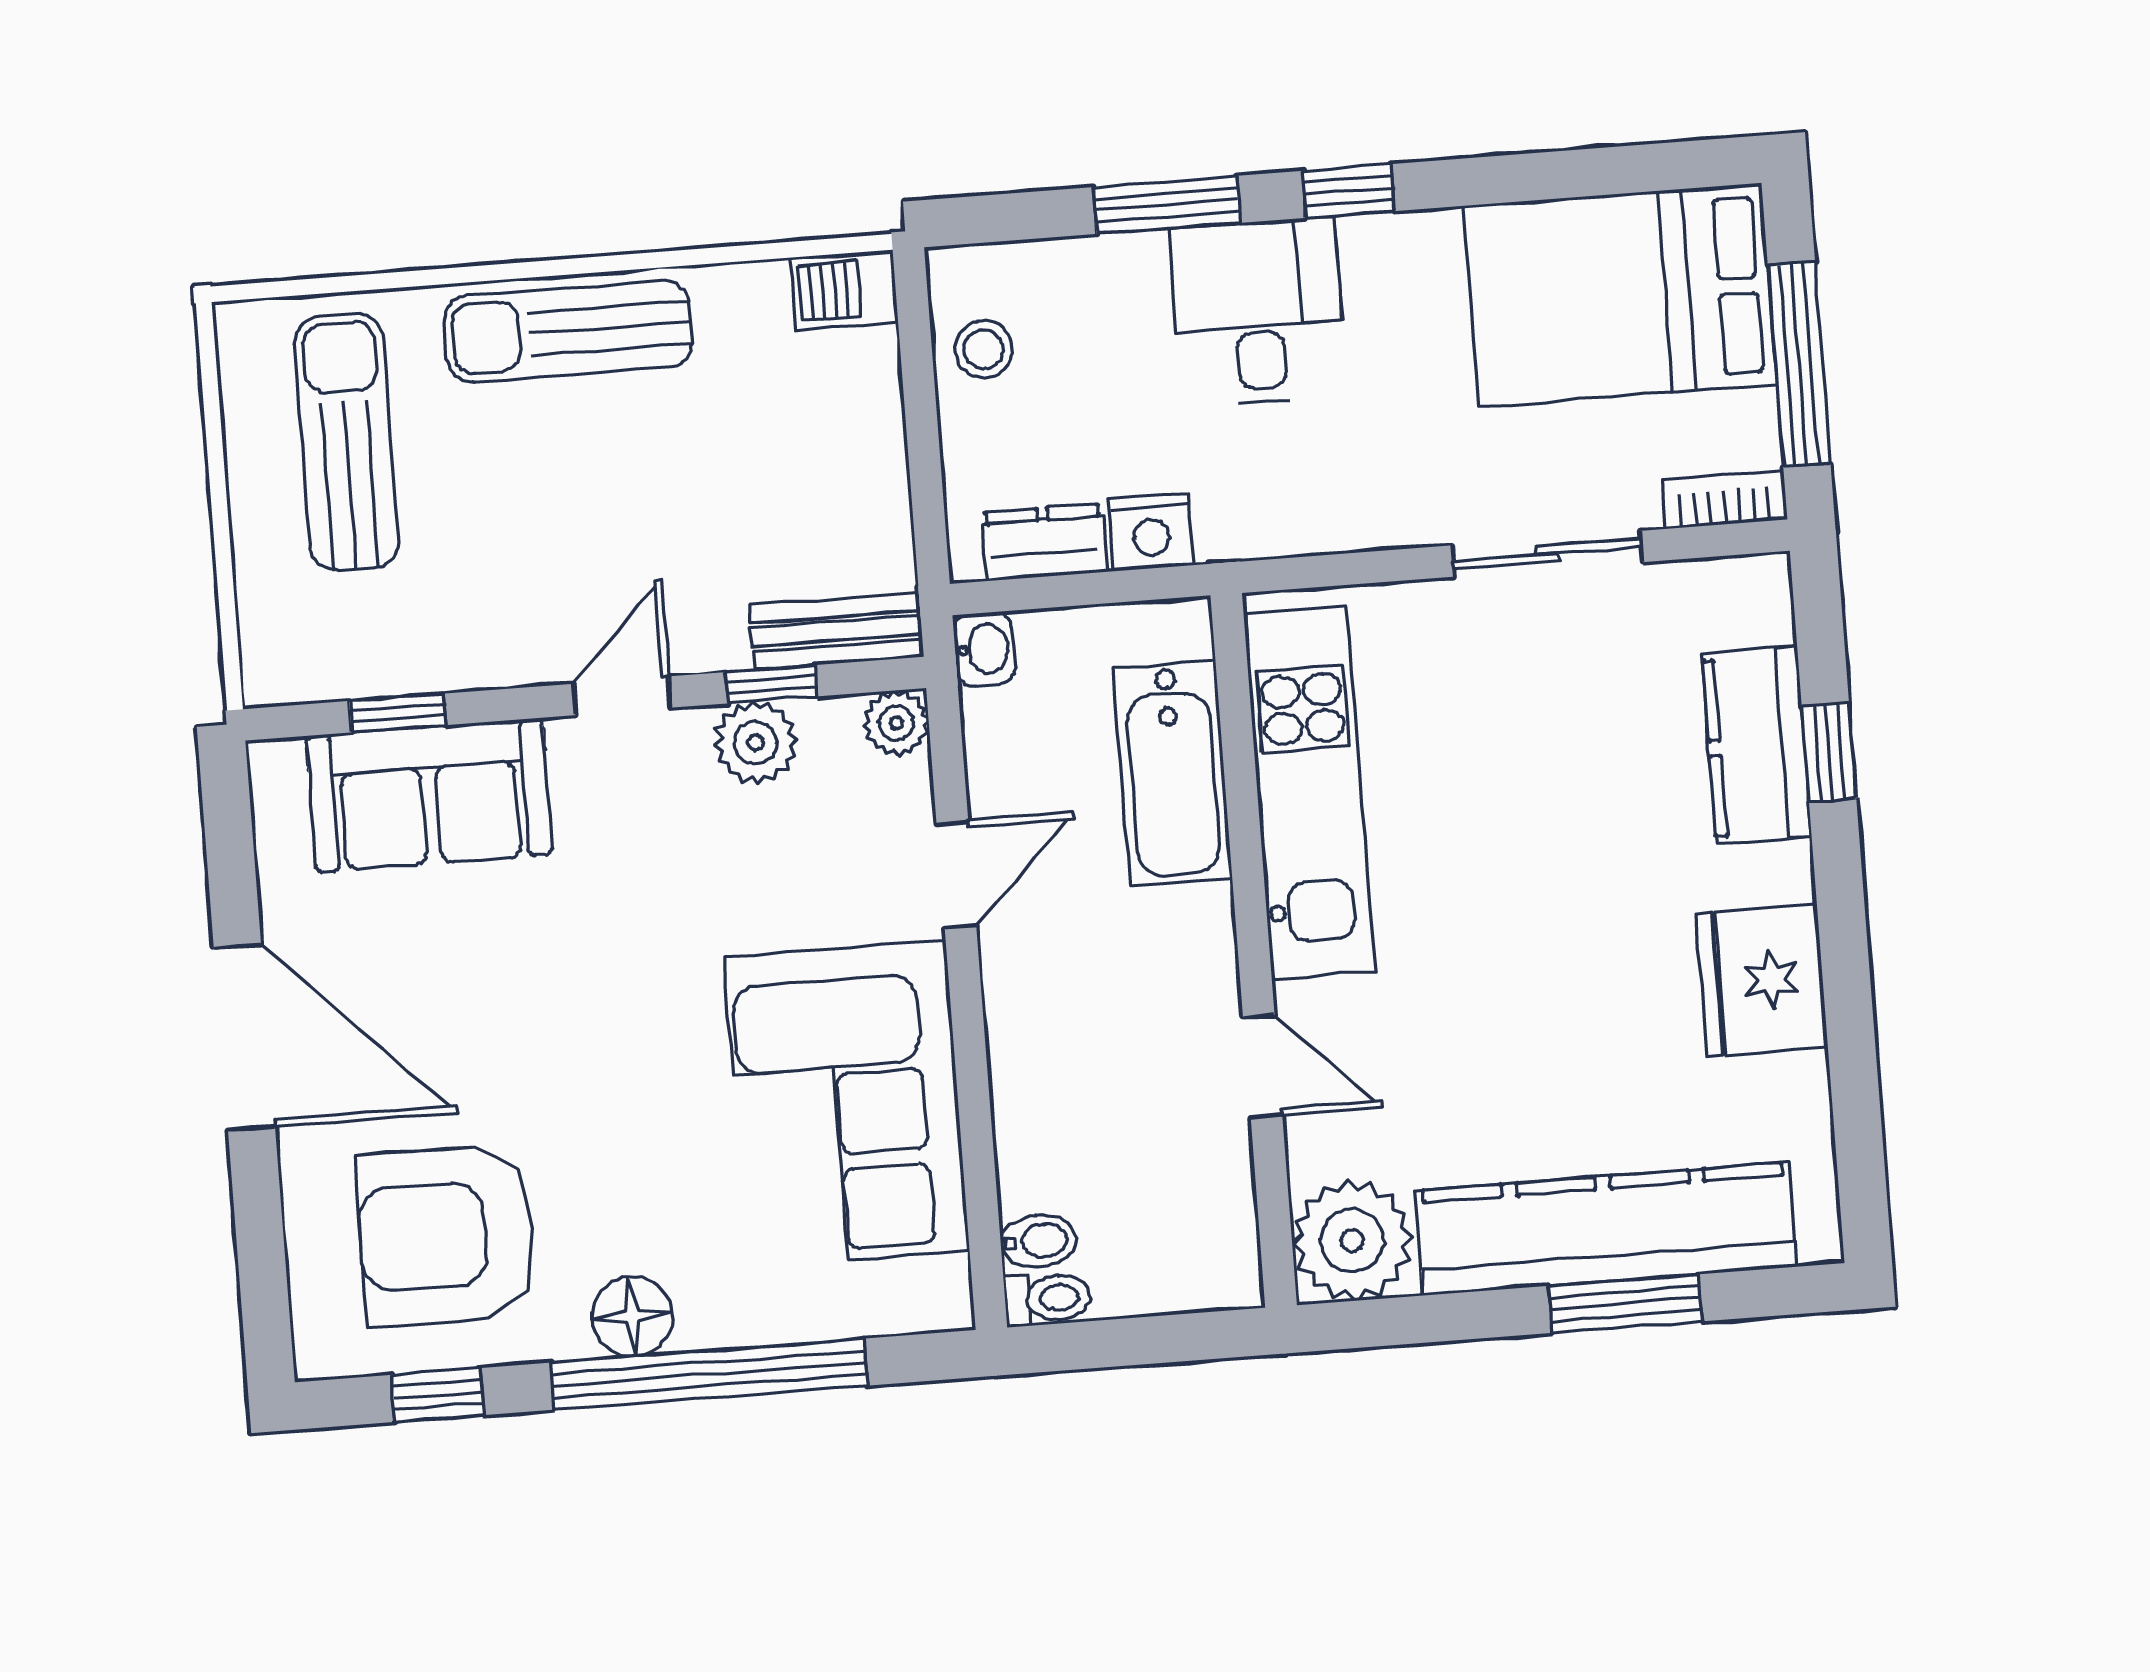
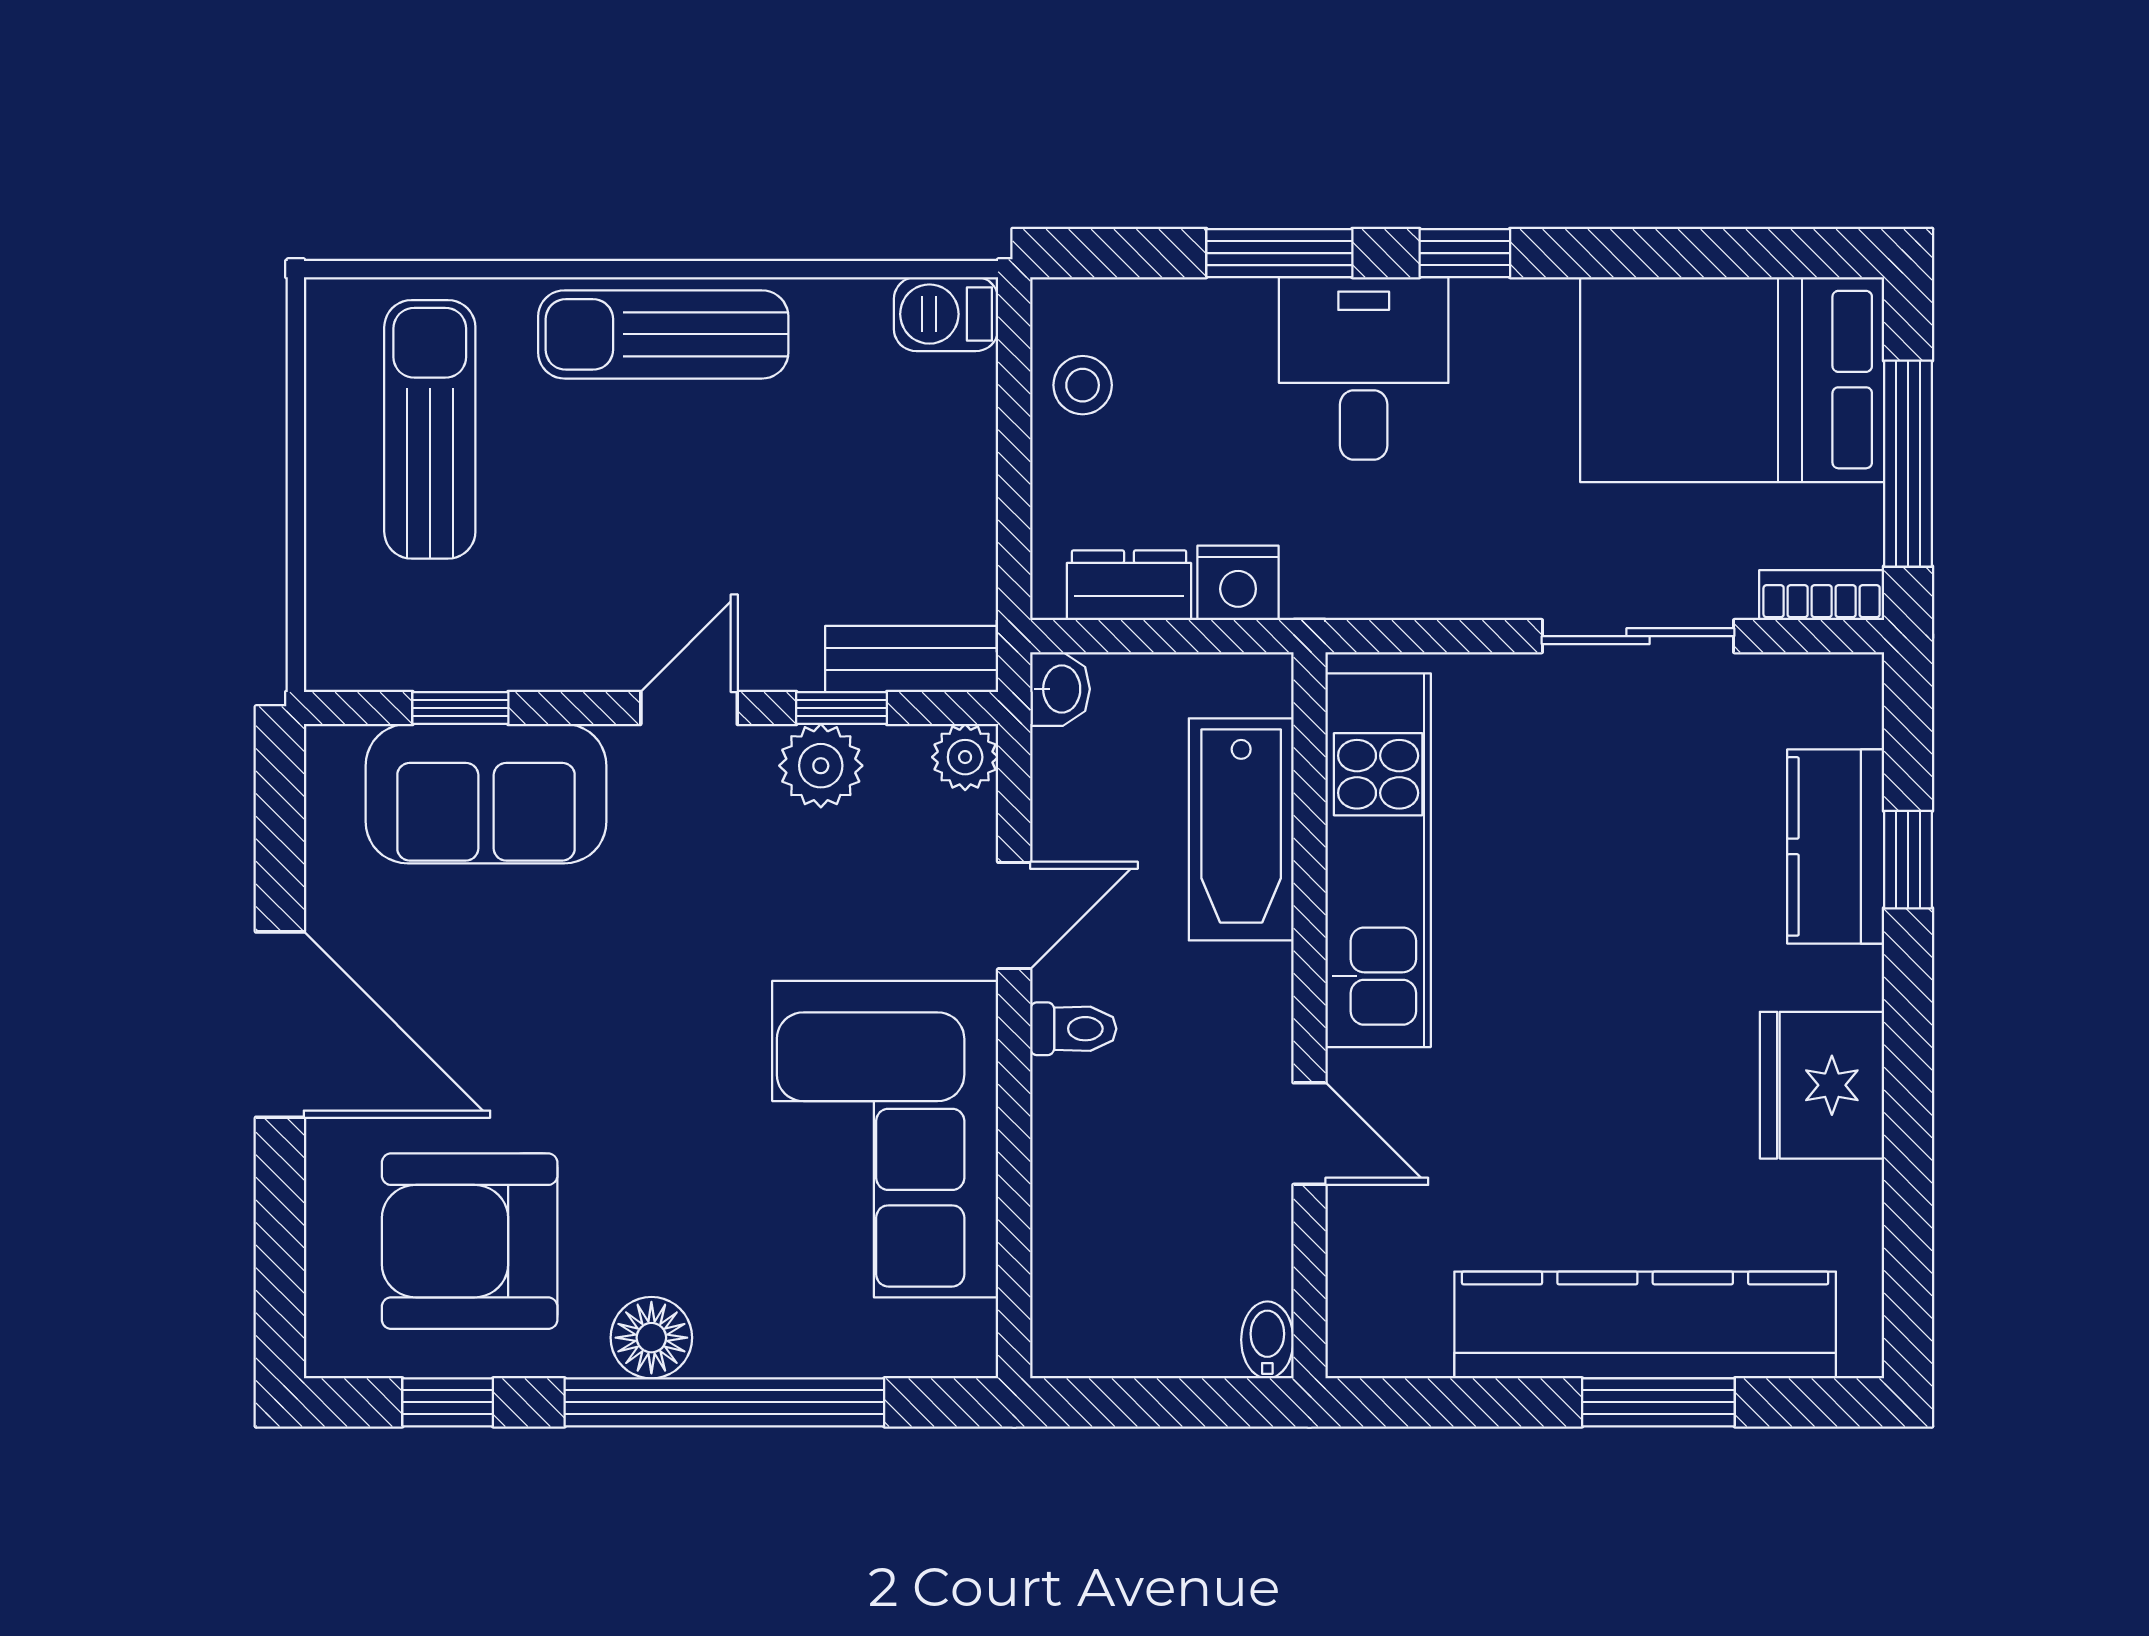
bidet: (1038, 1241) -> (1267, 1340), moved, turned -90
plant: (1352, 1241) -> (1387, 1317), removed
toilet: (1047, 1298) -> (1073, 1029), moved

